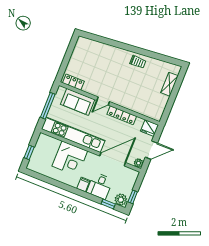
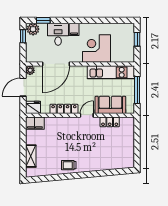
locker: (73, 82) -> (110, 122), moved
filing cabinet: (154, 113) -> (35, 123), added
kitchen unit: (73, 135) -> (111, 72), width x0.73

